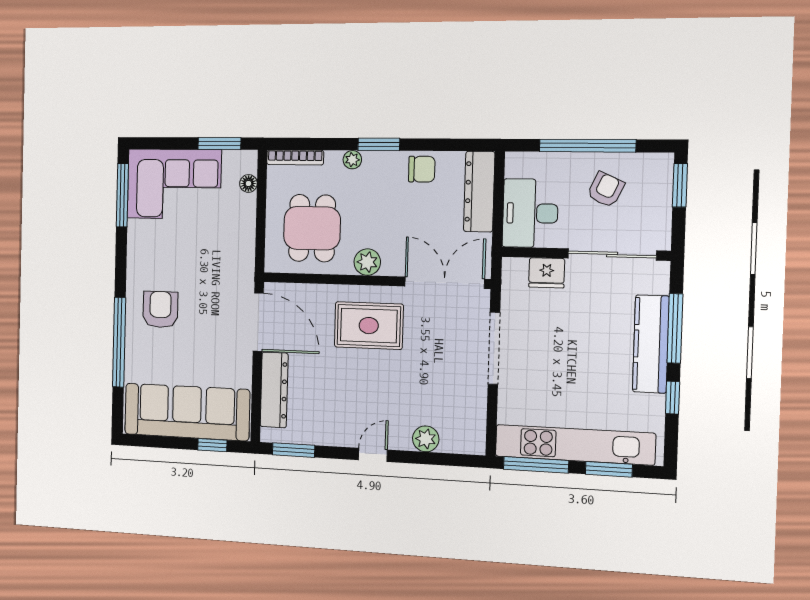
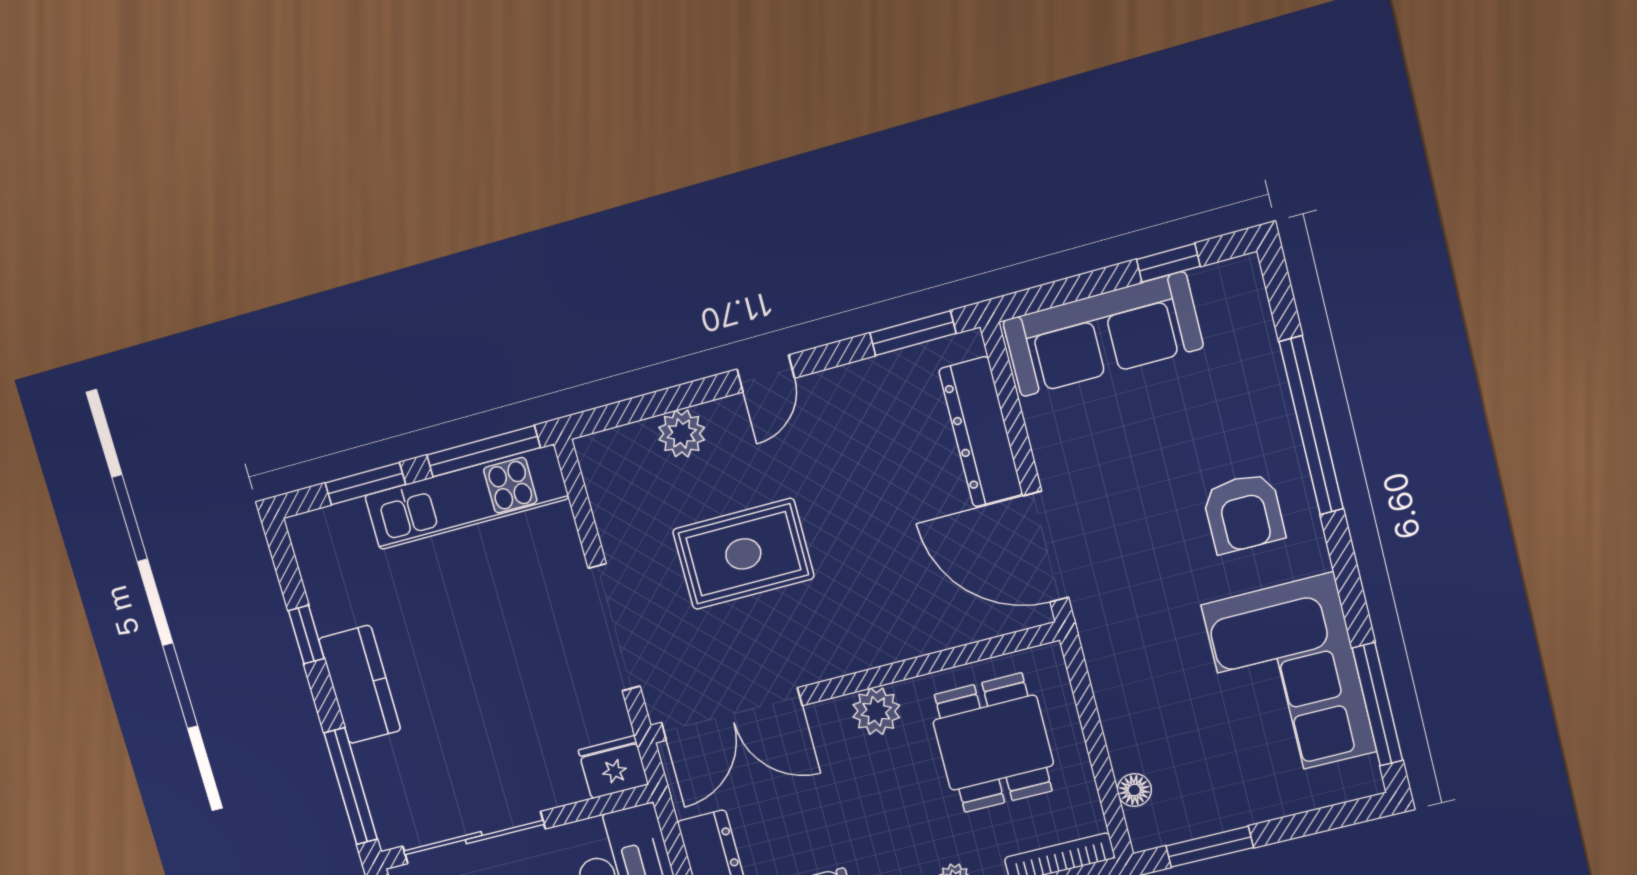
corner sofa: (174, 184) -> (1289, 678), moved, turned -90
fridge: (547, 273) -> (613, 767), moved
rug: (369, 326) -> (743, 554), moved
window: (675, 328) -> (351, 786), moved
kitchen counter: (651, 344) -> (360, 684), width x0.67
sofa: (187, 412) -> (1103, 334), width x0.74, depth x0.79
window: (212, 445) -> (1168, 263), moved
kitchen unit: (575, 445) -> (467, 497), width x0.73

